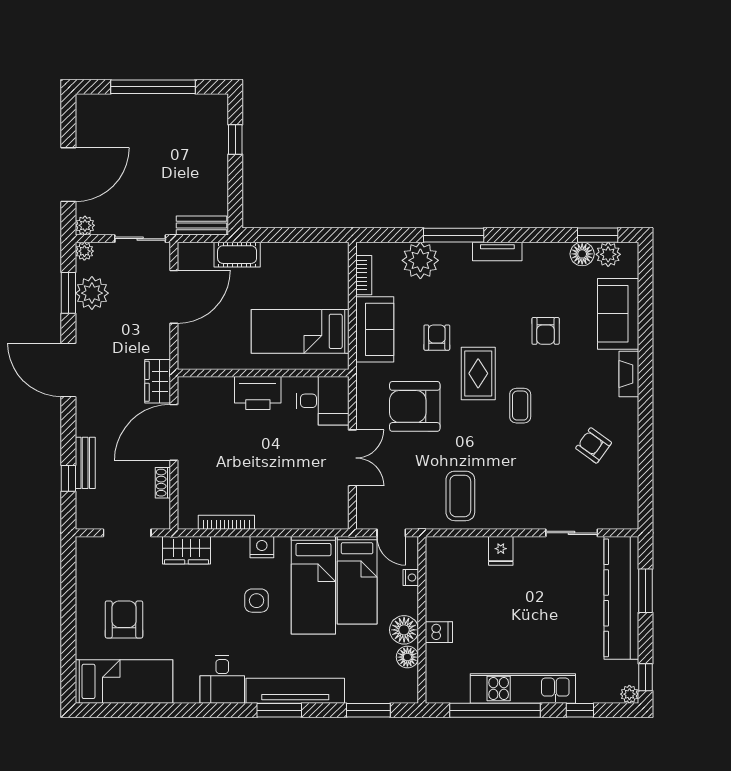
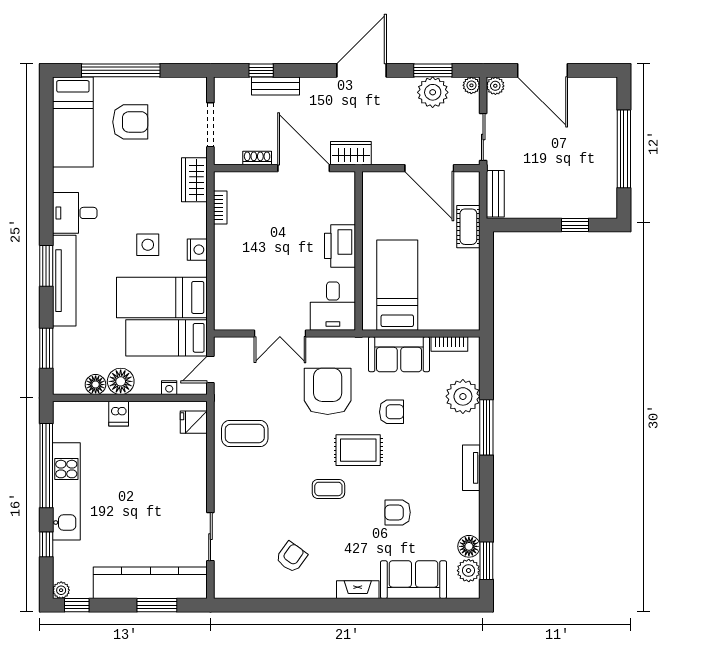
bookcase: (226, 522) -> (220, 207), width x0.64
fridge: (501, 551) -> (194, 422), moved
window: (68, 630) -> (121, 70), added

